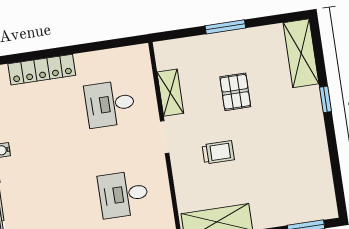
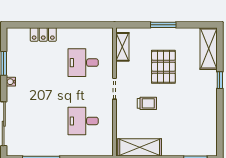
locker: (42, 70) -> (43, 34), width x0.66
pallet: (235, 92) -> (163, 67), width x1.50, depth x1.42
shelving: (170, 93) -> (122, 47), moved

